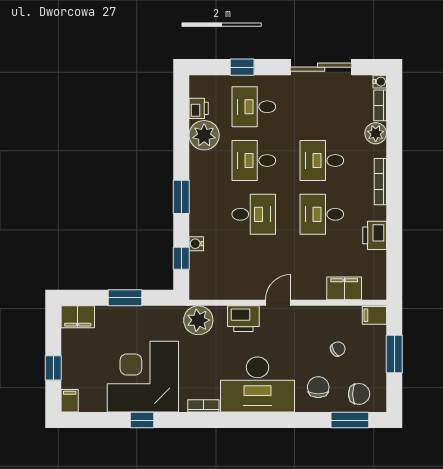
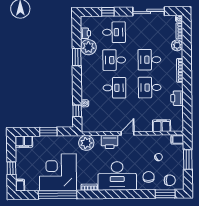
desk: (254, 107) -> (114, 32), turned 180
window: (181, 197) -> (77, 57), moved
window: (142, 420) -> (58, 195), width x3.17

